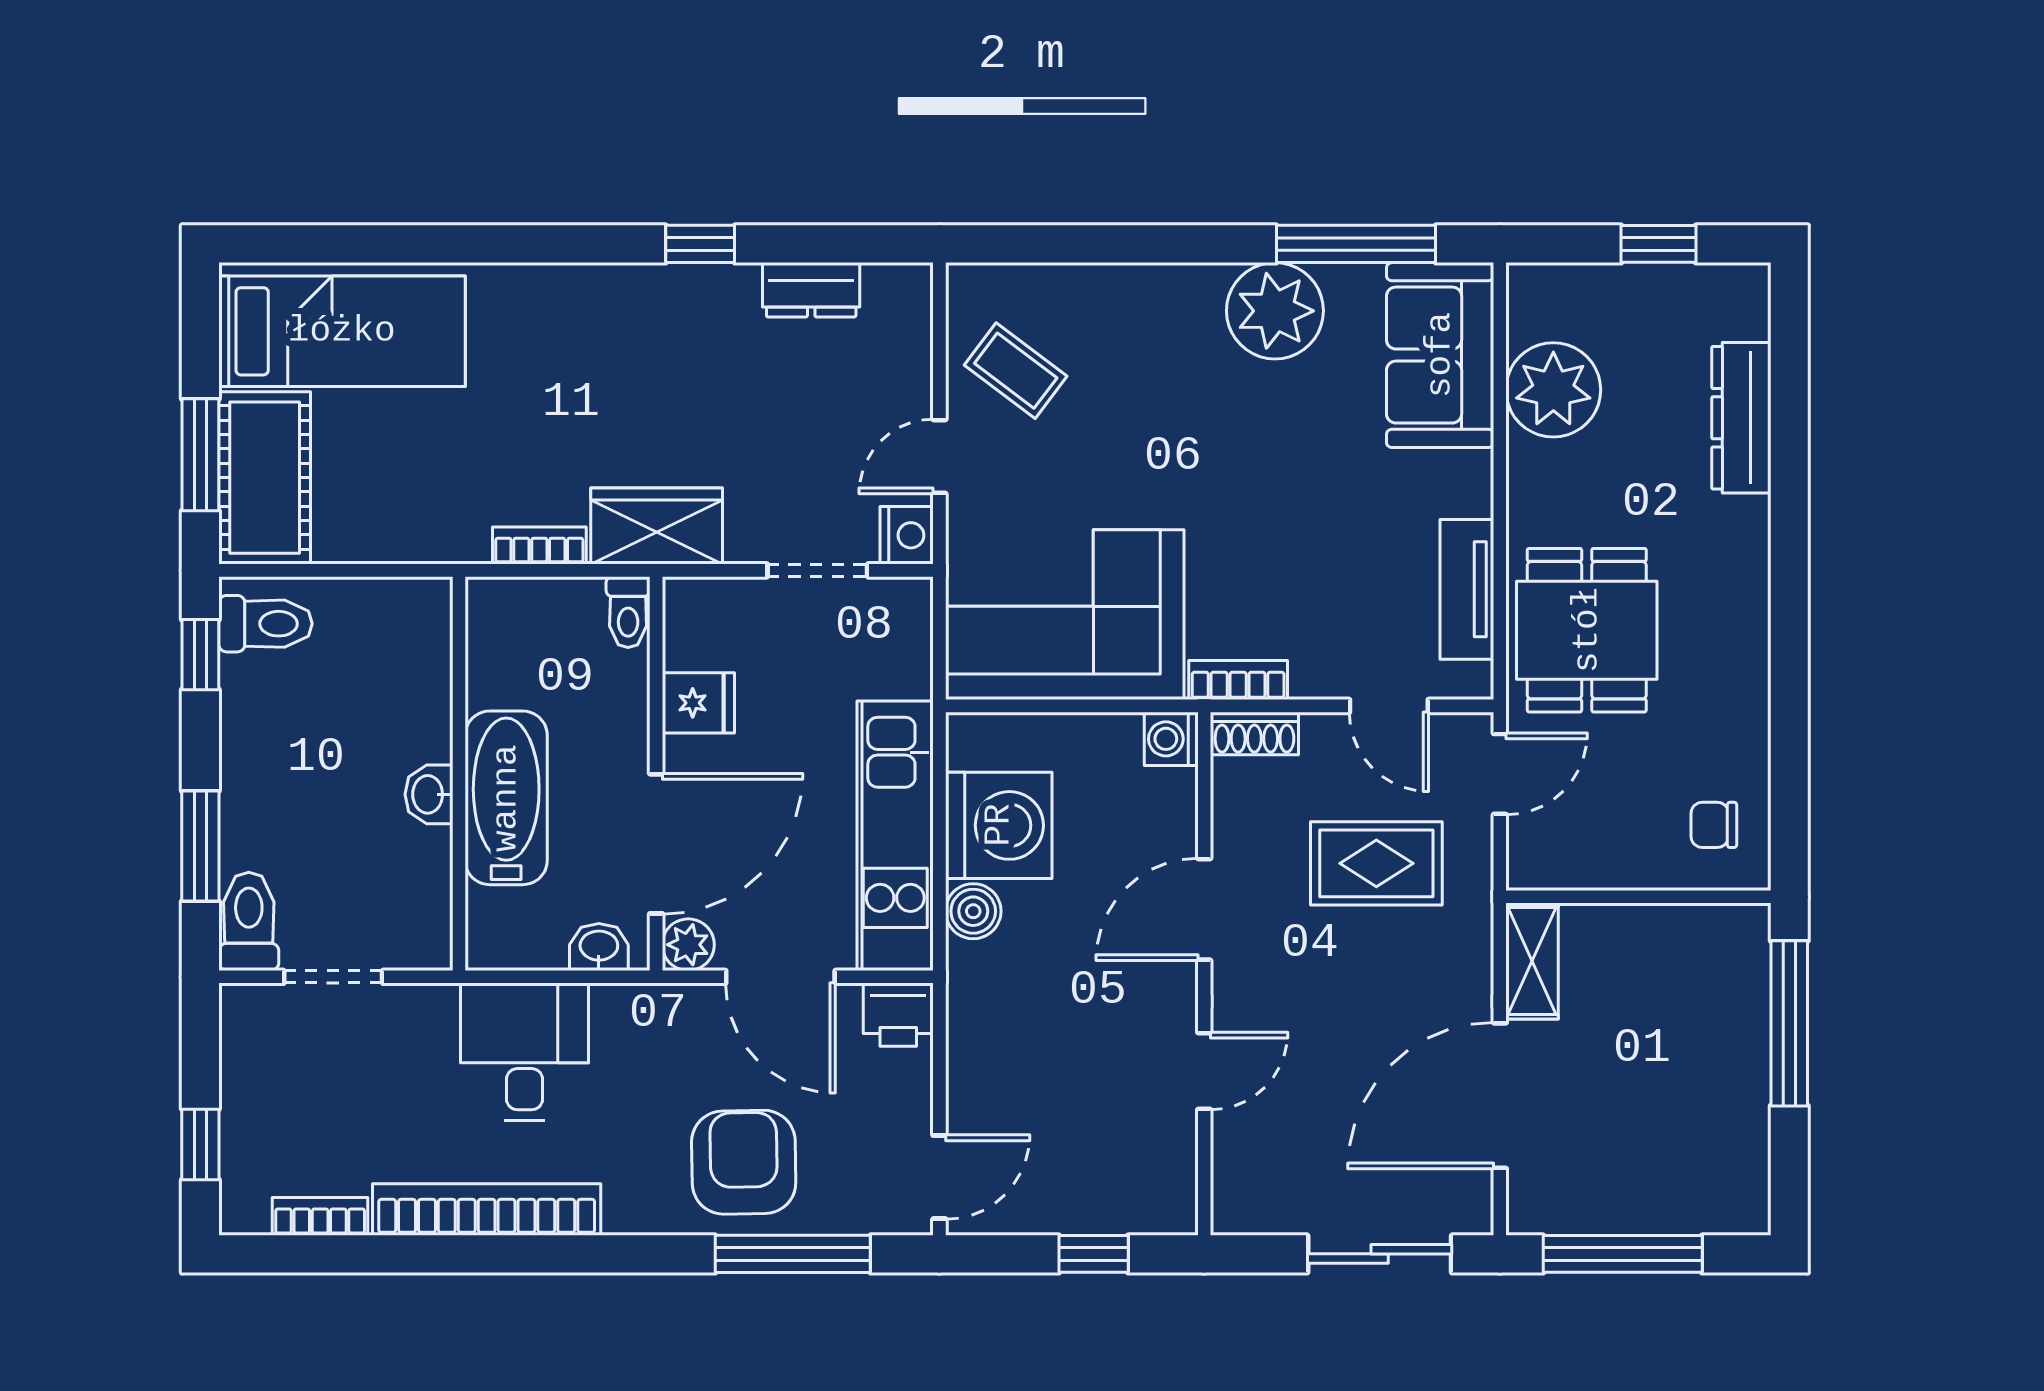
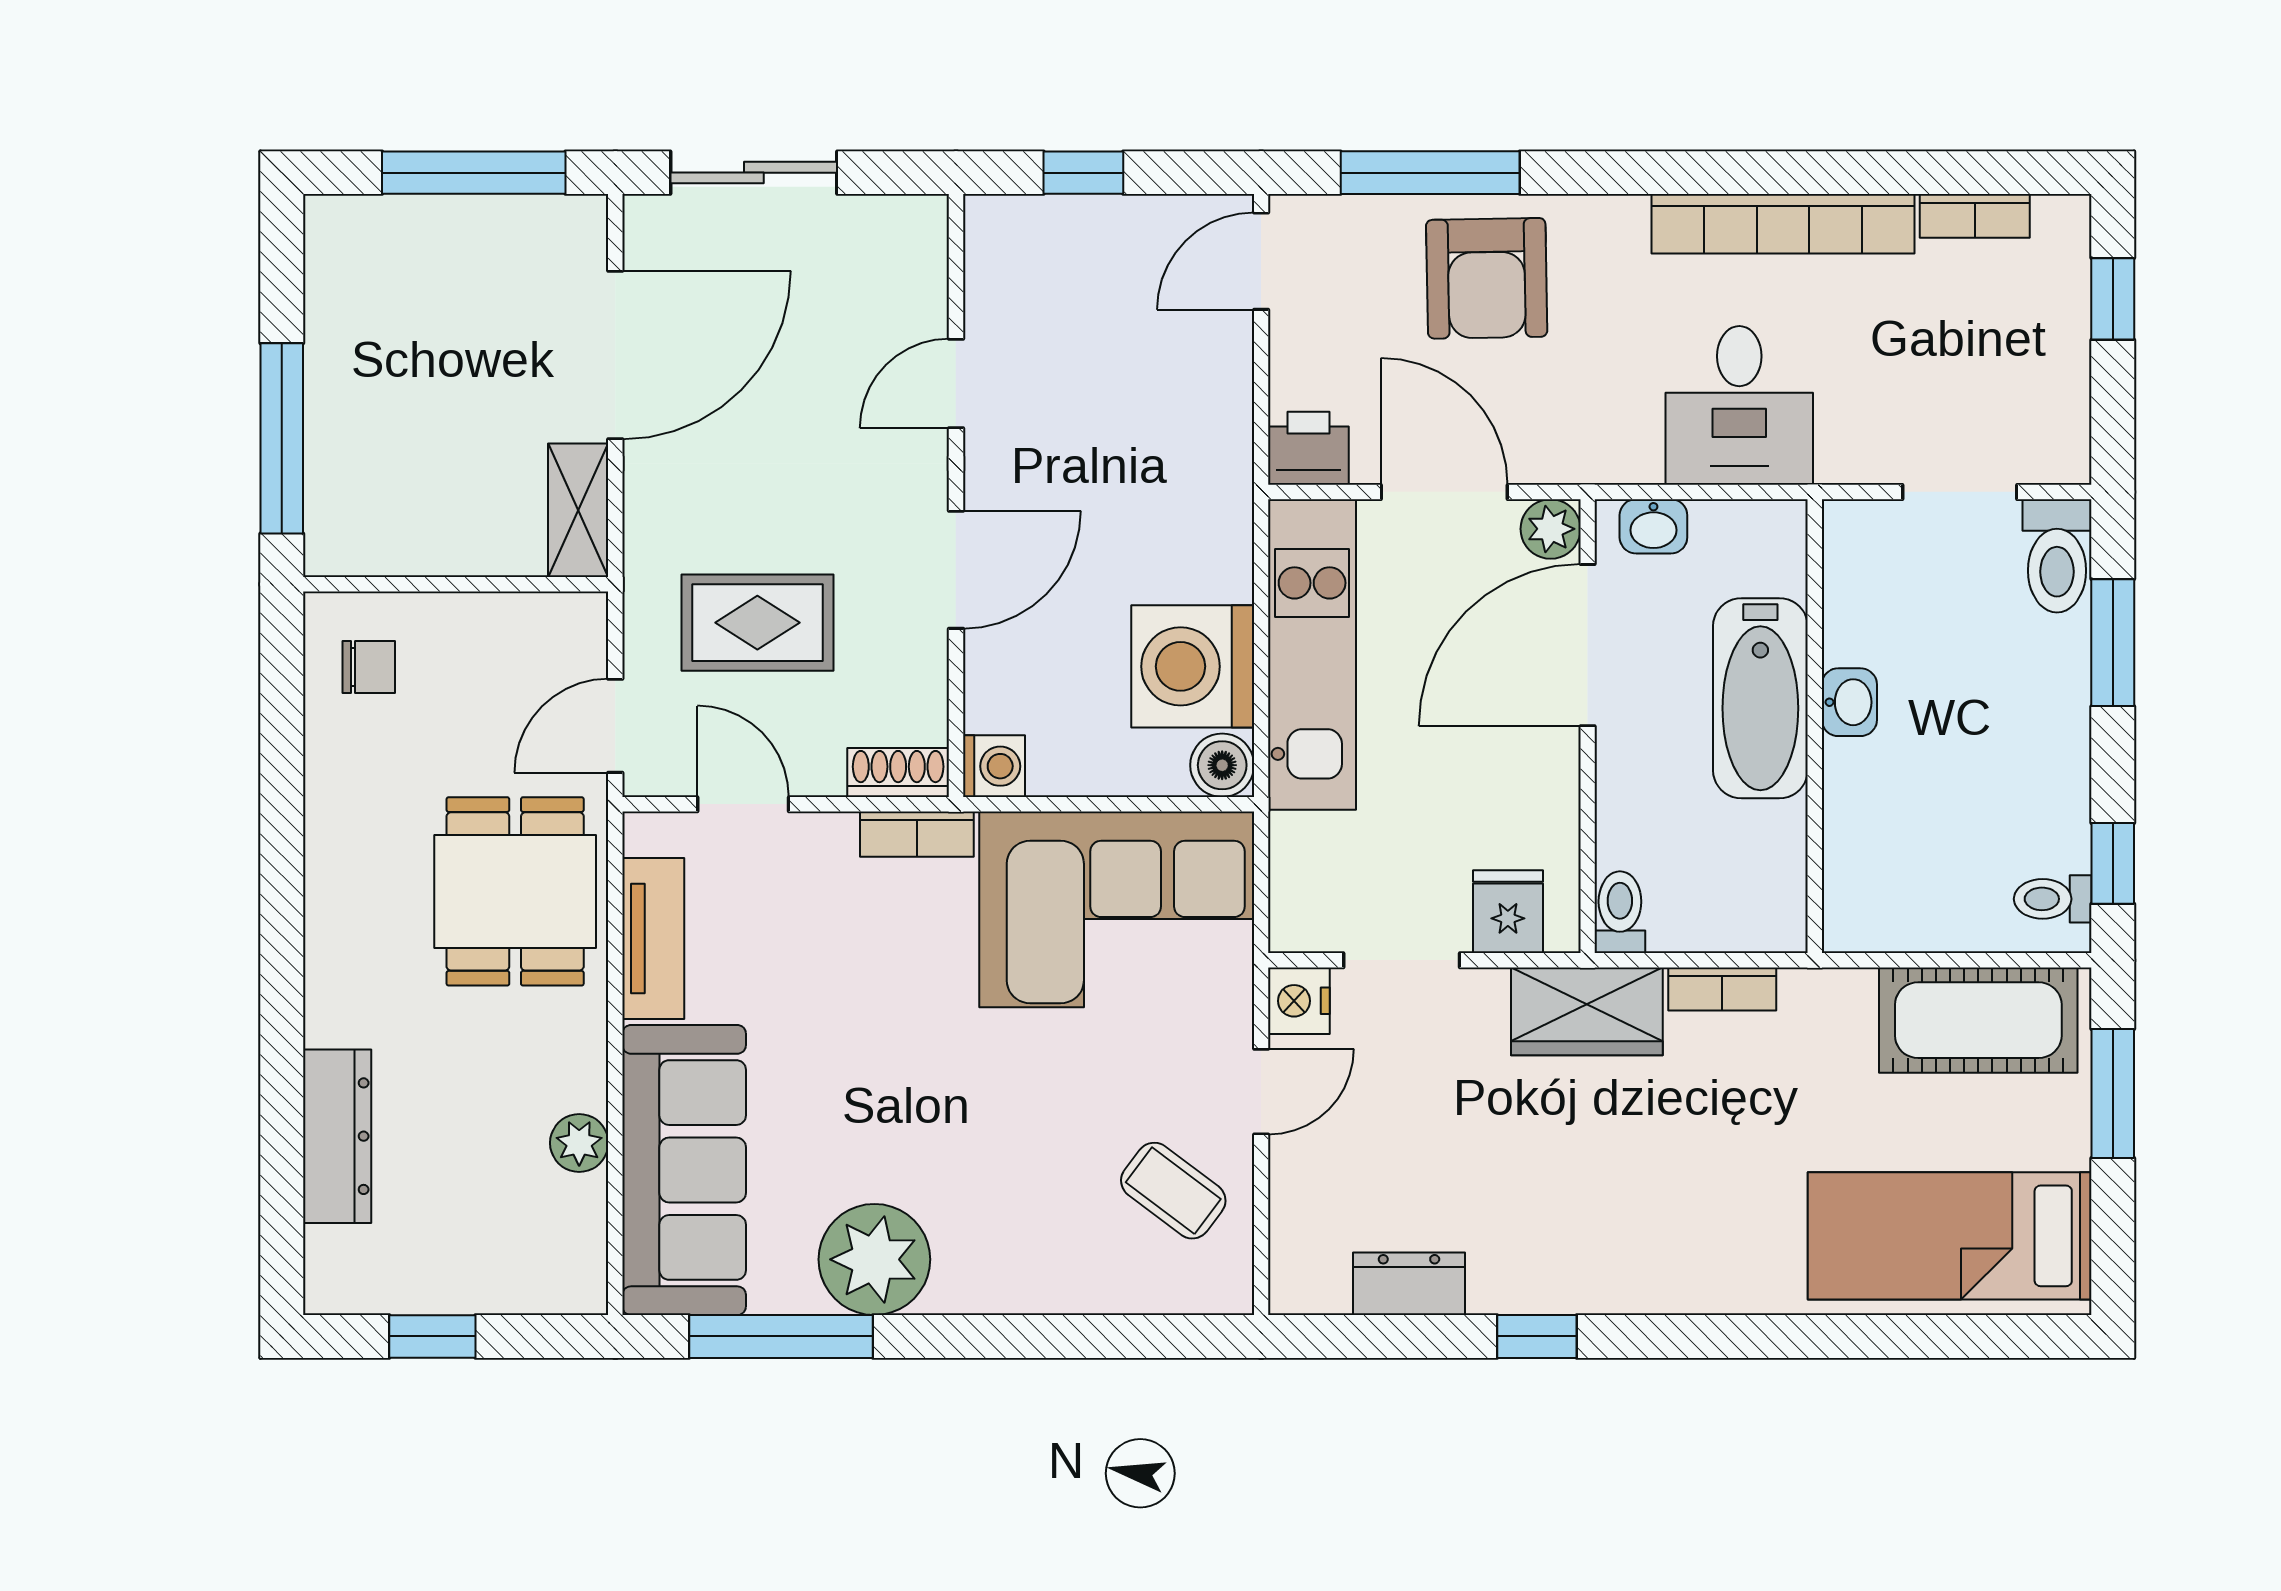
sofa: (1440, 355) -> (684, 1170), width x1.36
plant: (1553, 390) -> (579, 1143), width x0.53, depth x0.53
cot: (265, 478) -> (1978, 1020), moved, turned 90
toilet: (266, 624) -> (2053, 899), width x0.73, depth x0.72
fridge: (698, 703) -> (1508, 912), moved, turned 90
boiler: (973, 911) -> (1222, 765), moved

